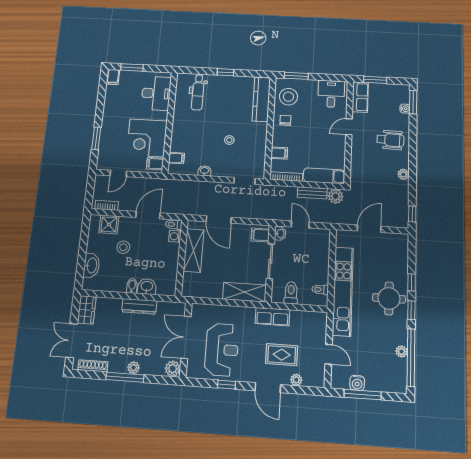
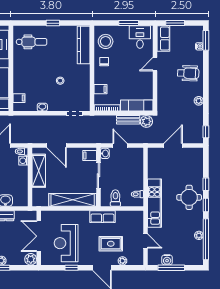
window: (296, 76) -> (129, 23), moved
dental chair: (198, 92) -> (32, 42), turned -90
kitchen unit: (343, 291) -> (154, 203), width x0.73
shelving: (244, 292) -> (73, 200), width x1.47
reception desk: (222, 350) -> (66, 243), turned 180

